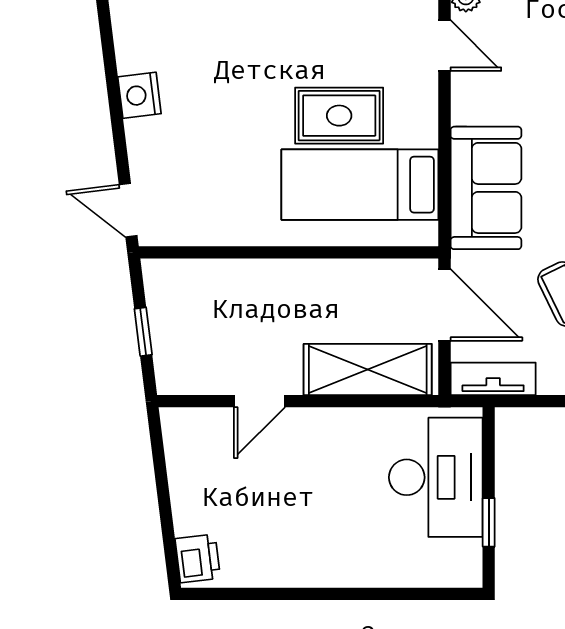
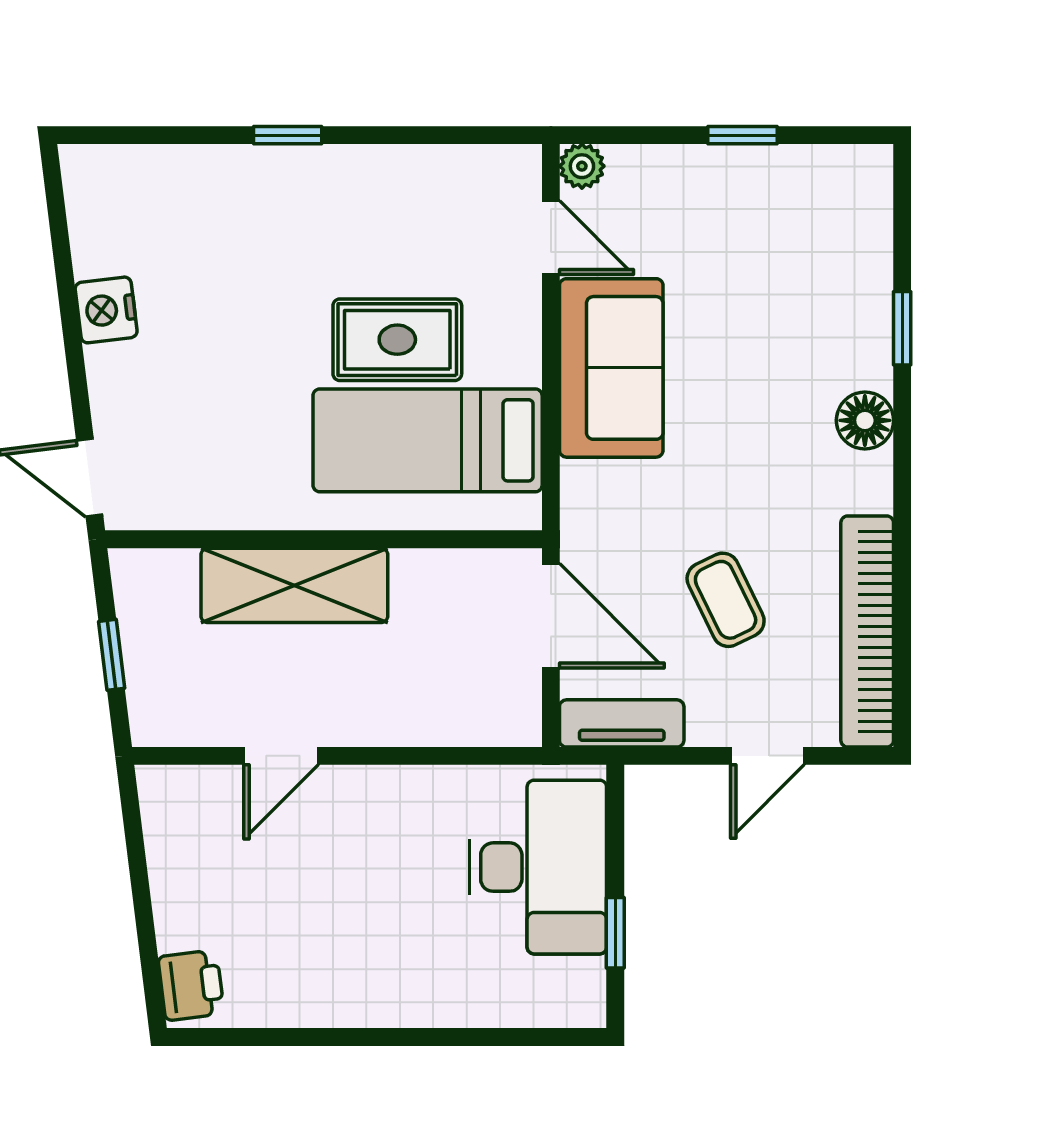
sofa: (486, 188) -> (611, 368), moved
shelving: (368, 369) -> (294, 585), moved

